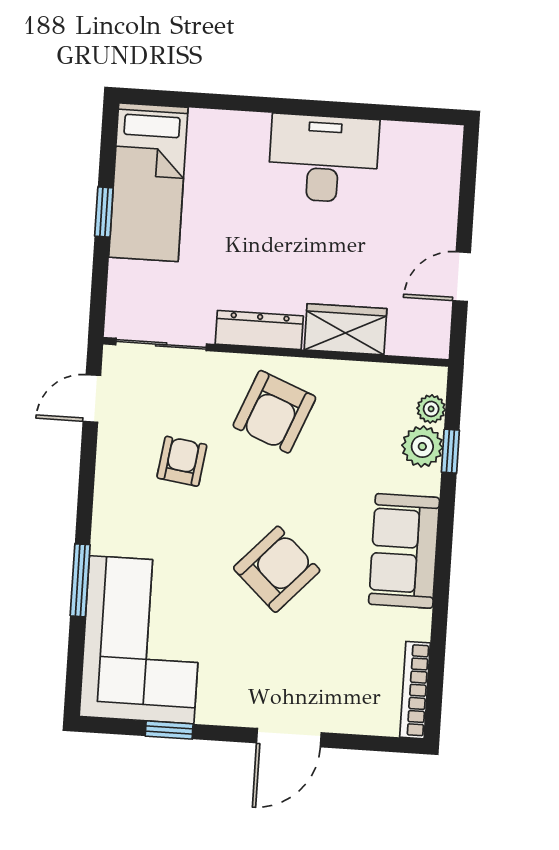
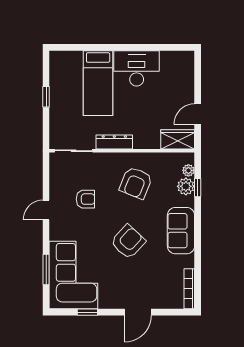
bed: (148, 182) -> (98, 83), moved
wardrobe: (346, 329) -> (178, 139), moved
door: (92, 398) -> (46, 210), moved
armchair: (274, 412) -> (136, 183), moved
armchair: (182, 461) -> (85, 199), turned 82
window: (80, 580) -> (46, 270), moved

